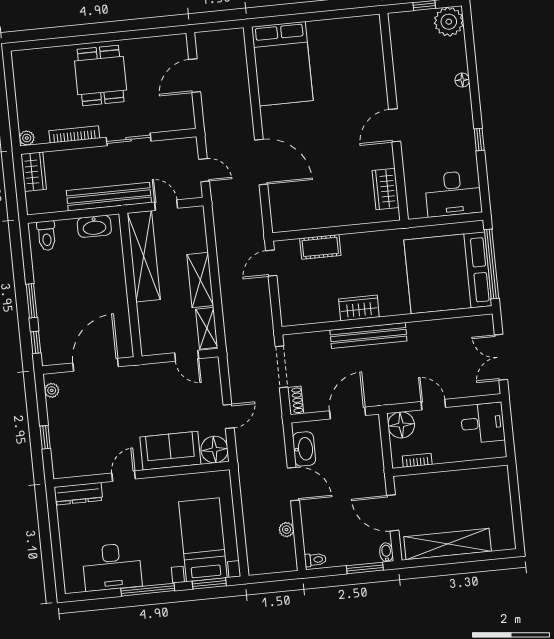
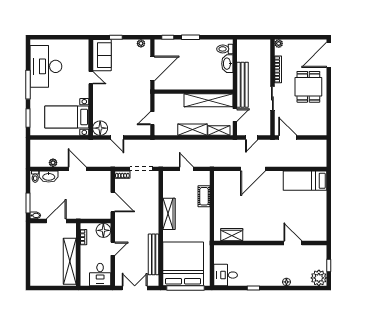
door: (38, 44) -> (329, 55), added
bed: (282, 64) -> (305, 181), width x0.67
dining table: (101, 76) -> (308, 87), turned 90
door: (195, 76) -> (288, 138), moved
door: (395, 125) -> (293, 243), moved
wardrobe: (34, 172) -> (260, 45), removed
desk: (453, 194) -> (226, 275), width x0.73
washbasin: (94, 226) -> (227, 64), moved
door: (271, 263) -> (186, 169), moved
wardrobe: (359, 308) -> (169, 214), width x1.50
shelving: (207, 328) -> (219, 131), moved
bench: (368, 335) -> (154, 254), moved
door: (96, 365) -> (152, 68), hinge flipped
washbasin: (304, 449) -> (49, 177), moved
sofa: (170, 451) -> (102, 55), moved
door: (293, 484) -> (77, 169), swing flipped
dresser: (78, 494) -> (84, 52), removed
bed with nightstands: (203, 540) -> (67, 117), moved, turned 180
shelving: (448, 544) -> (70, 261), moved
desk: (112, 567) -> (46, 66), width x1.36, depth x1.30

